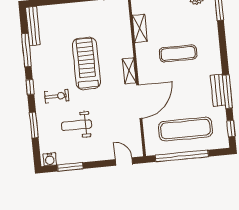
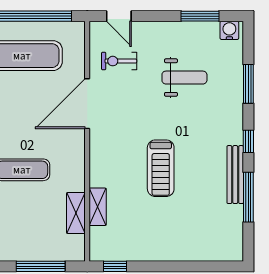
bench: (33, 26) -> (235, 175), moved
treadmill: (86, 64) -> (161, 168), width x0.73, depth x0.73
shelving: (129, 71) -> (98, 207), moved
exercise bike: (57, 96) -> (119, 61), moved

